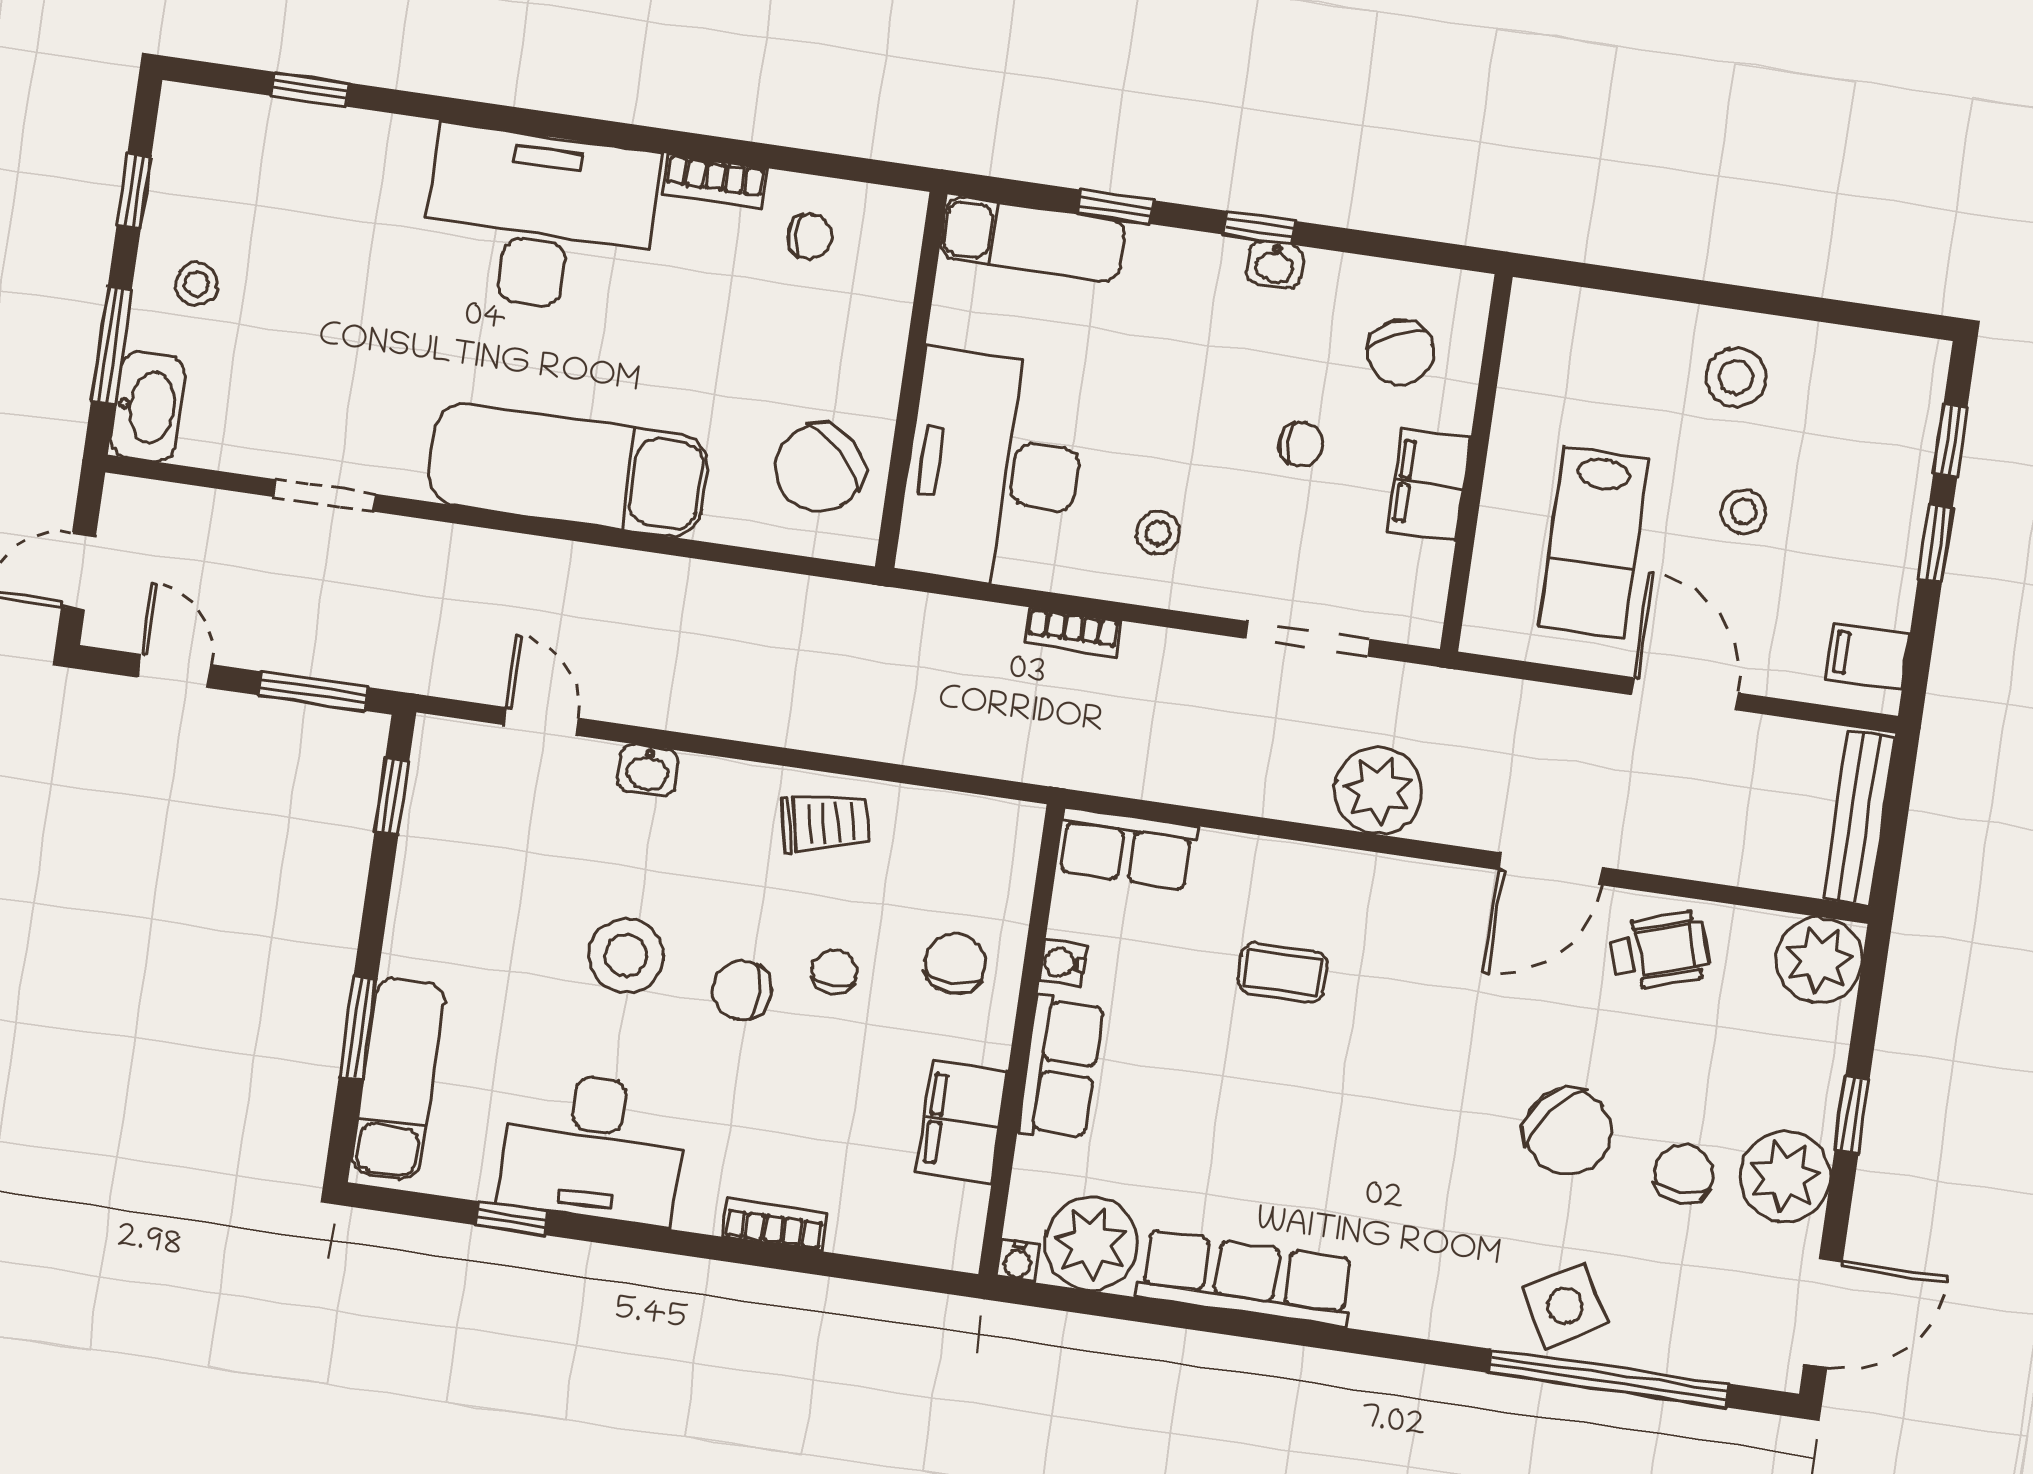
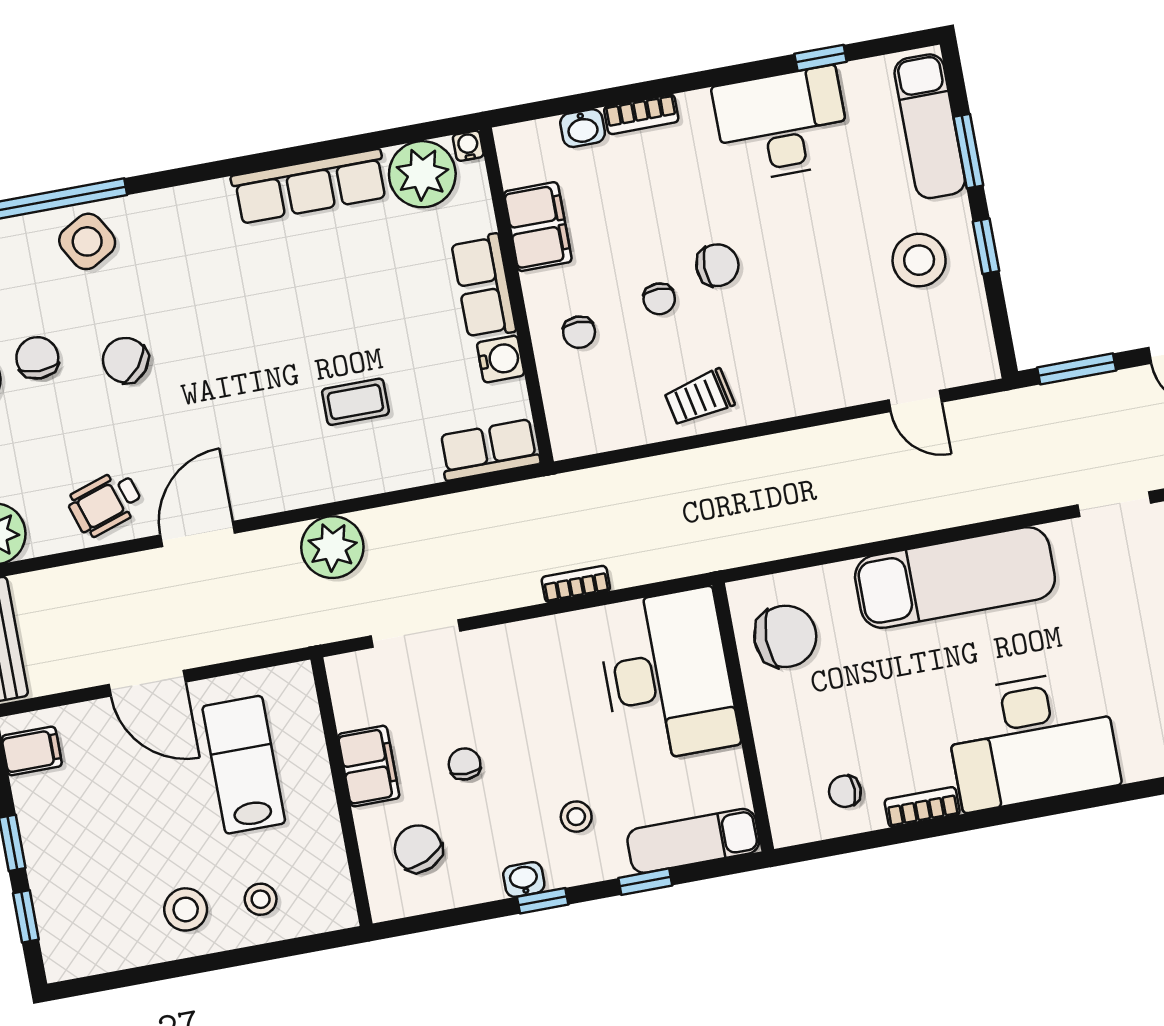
chair: (1301, 444) -> (465, 764), turned 90
chair: (819, 468) -> (785, 636), turned 46
stool: (1743, 512) -> (261, 899), moved
stool: (1158, 533) -> (576, 817), moved
washbasin: (648, 770) -> (583, 128), moved, turned 180
window: (392, 796) -> (986, 246), moved
stool: (626, 956) -> (919, 260), moved
water cooler: (1063, 963) -> (501, 359), width x1.38, depth x1.38
chair: (955, 964) -> (579, 332), width x0.73, depth x0.73
chair: (1568, 1131) -> (125, 360), width x0.73, depth x0.73
chair: (1684, 1174) -> (37, 358), turned 180

